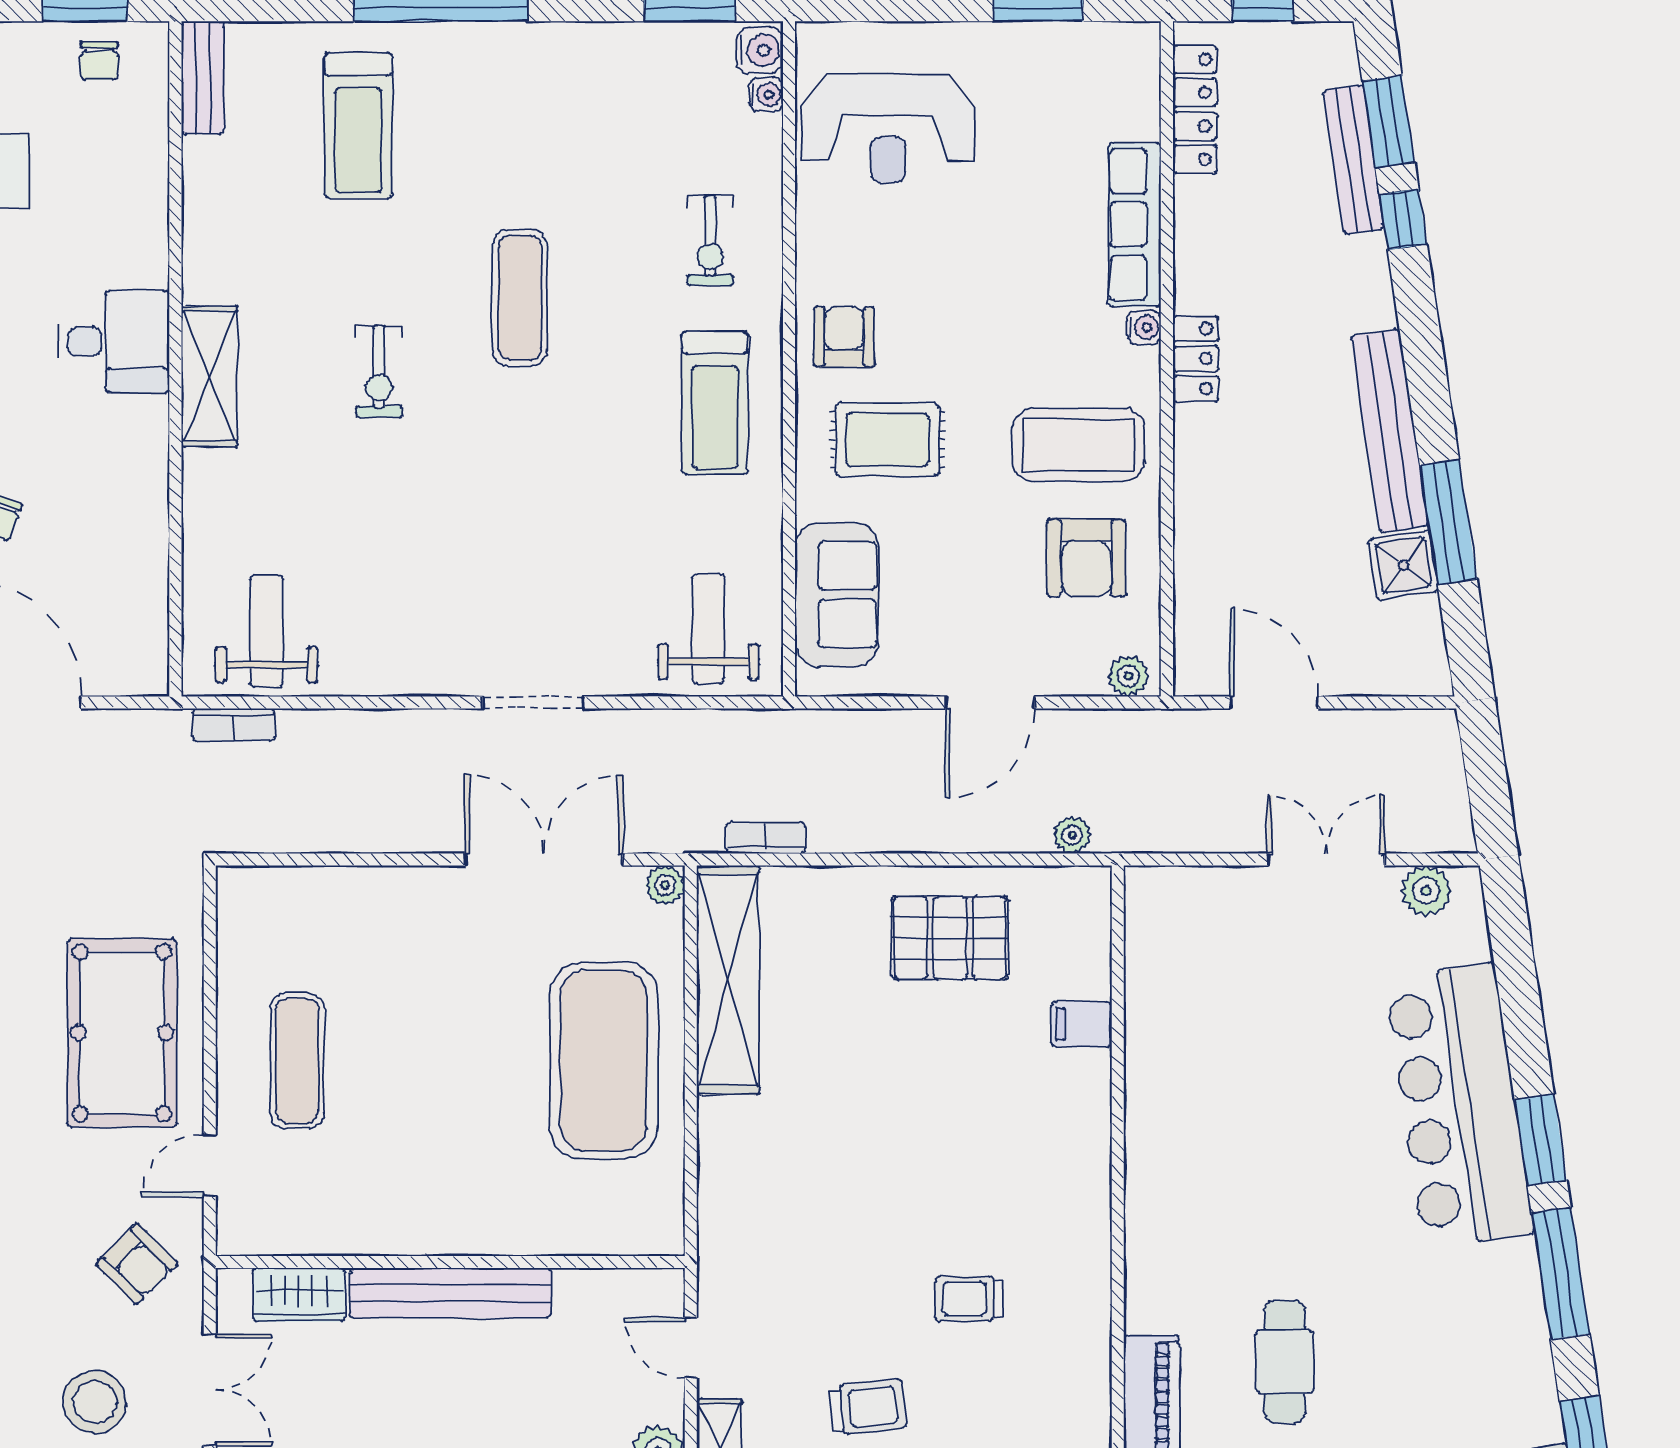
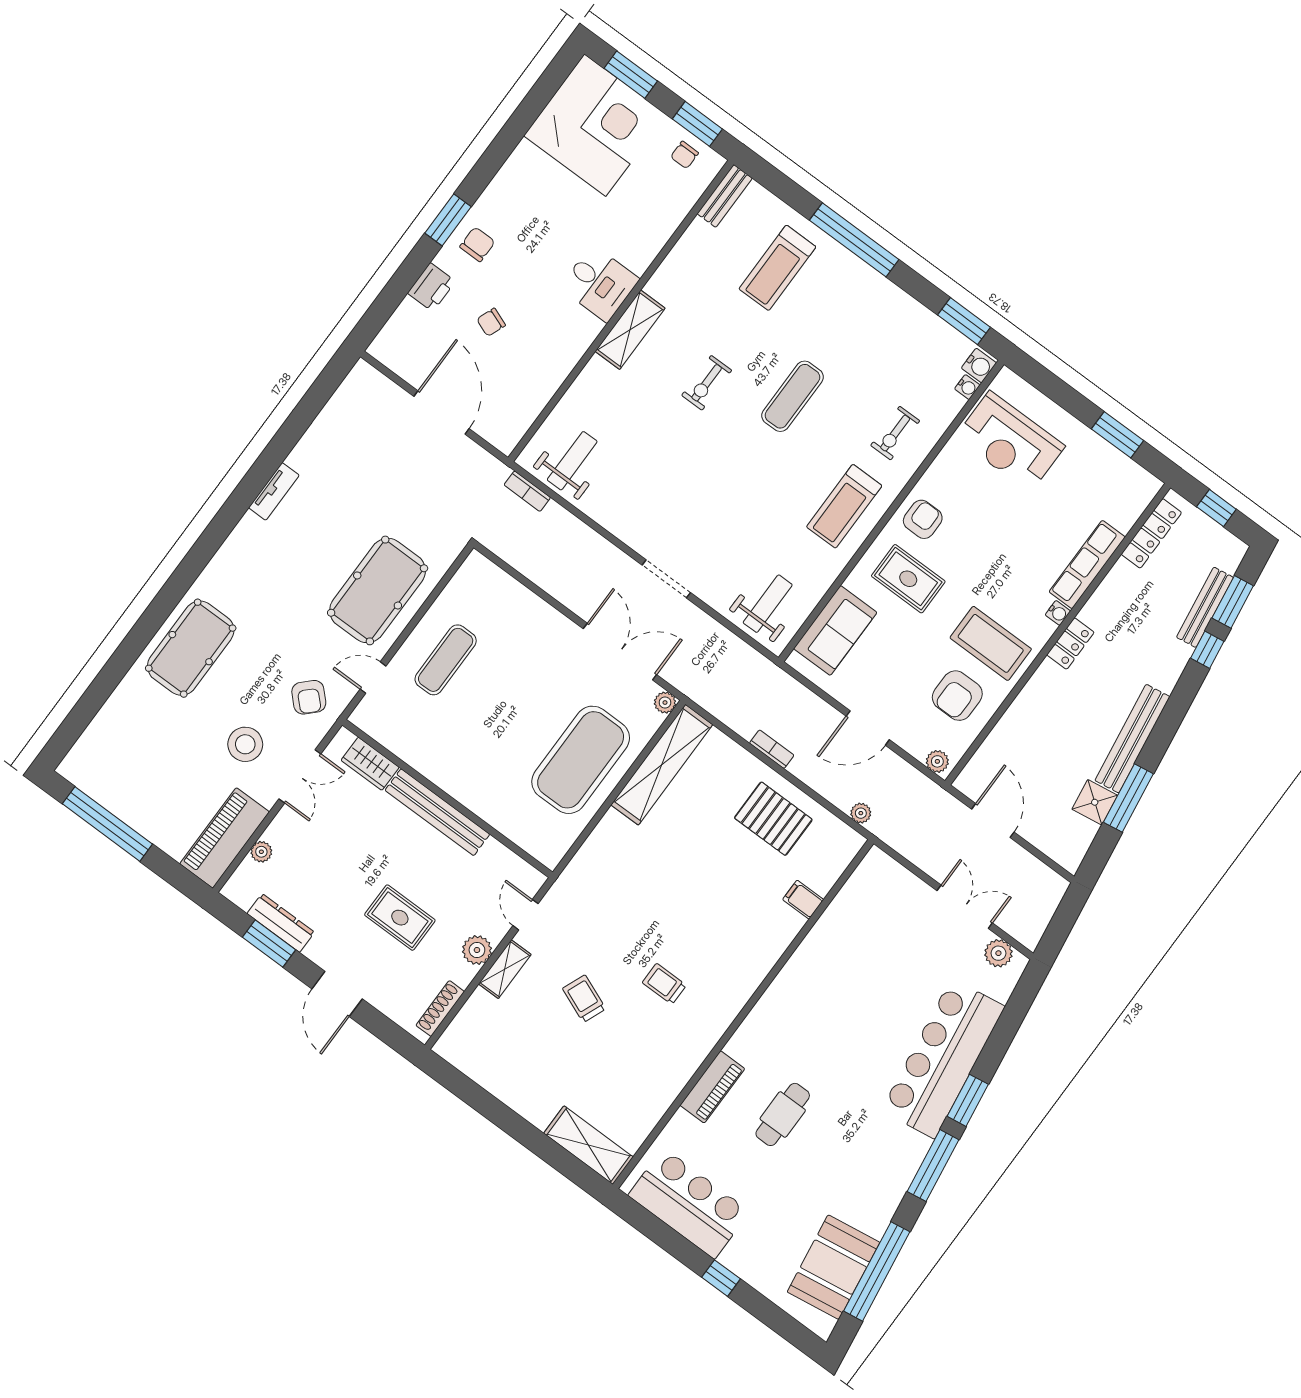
bookcase: (766, 838) -> (772, 749), moved
trolley: (868, 1407) -> (584, 999), turned -152

